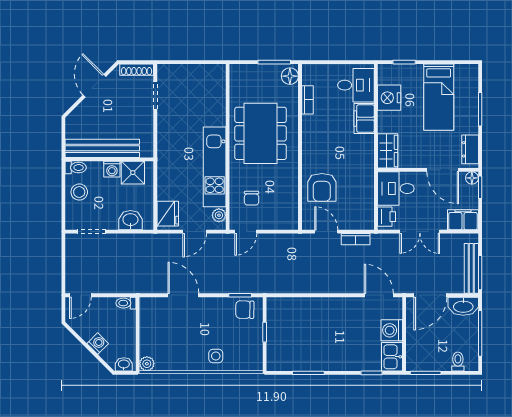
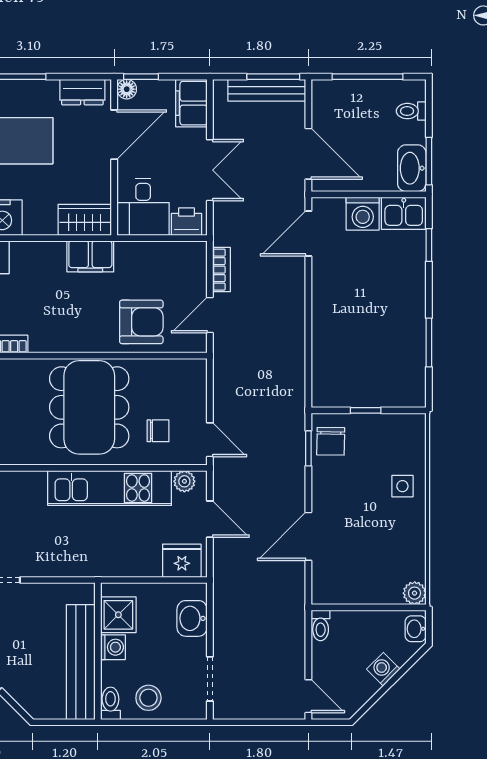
filing cabinet: (364, 119) -> (90, 256), moved
dining table: (261, 133) -> (89, 407), moved, turned 90
washbasin: (463, 306) -> (412, 168), moved, turned 180

